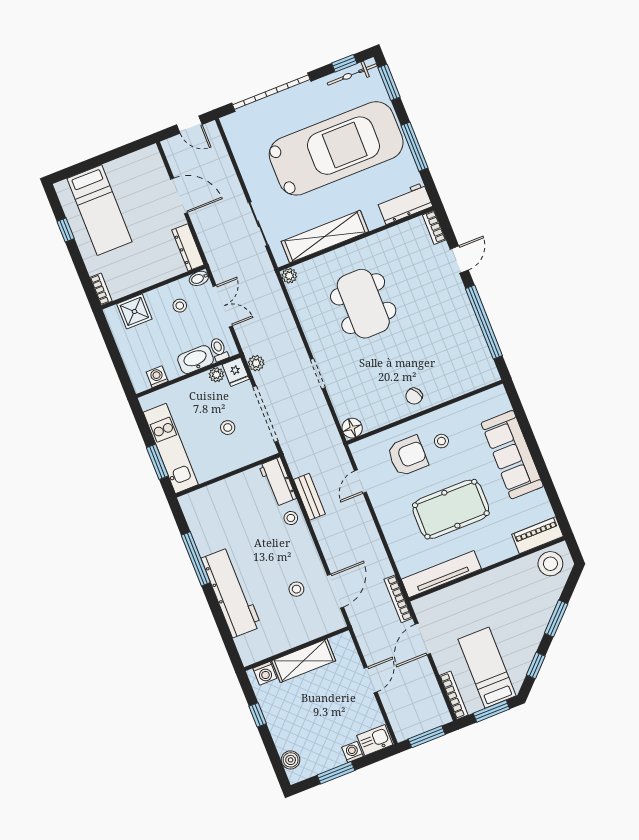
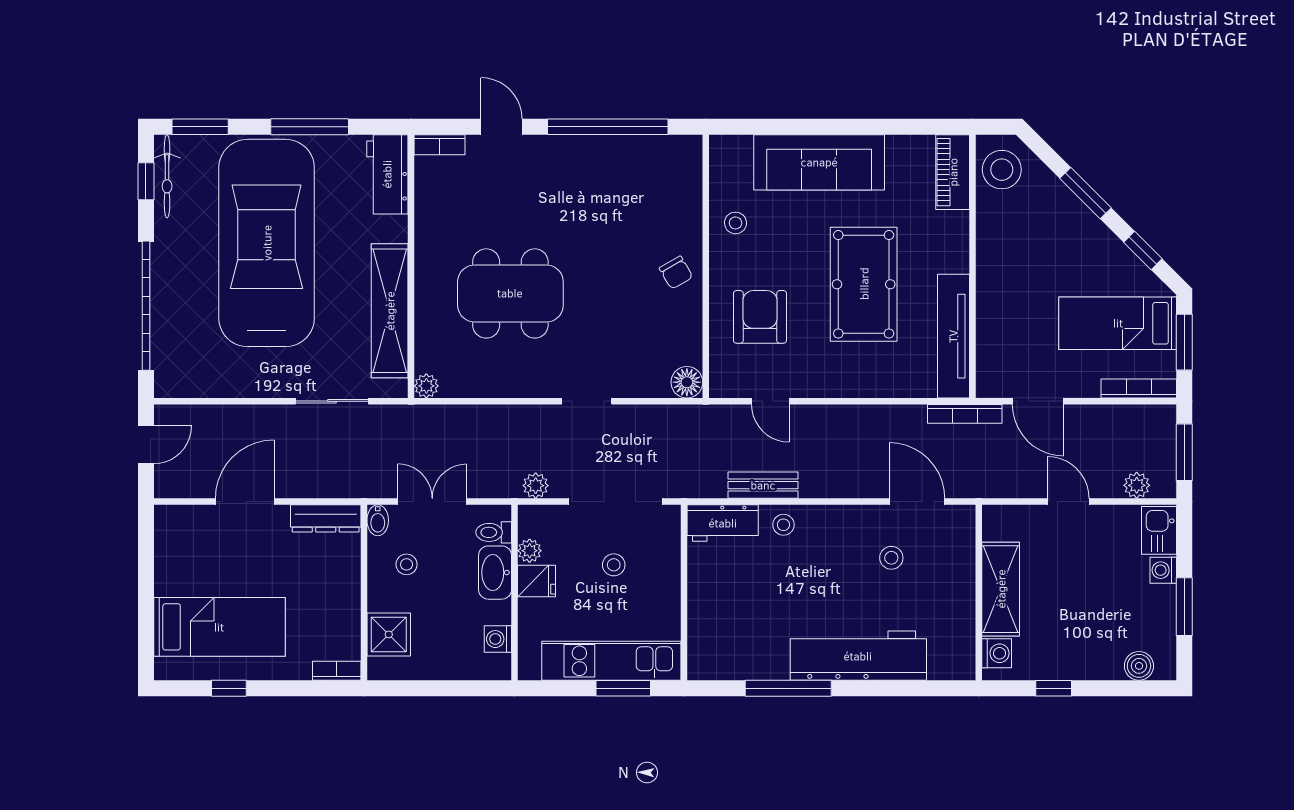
fridge: (236, 372) -> (537, 581), moved
stool: (441, 441) -> (735, 223), moved
plant: (396, 717) -> (1137, 485), added

